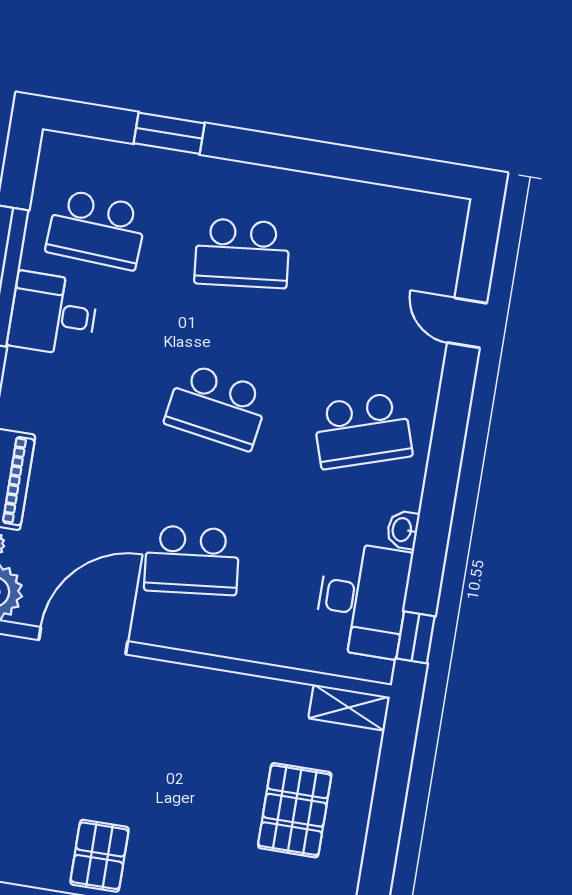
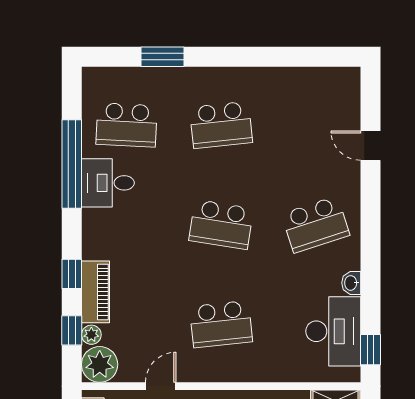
door: (83, 641) -> (161, 386), width x0.53

